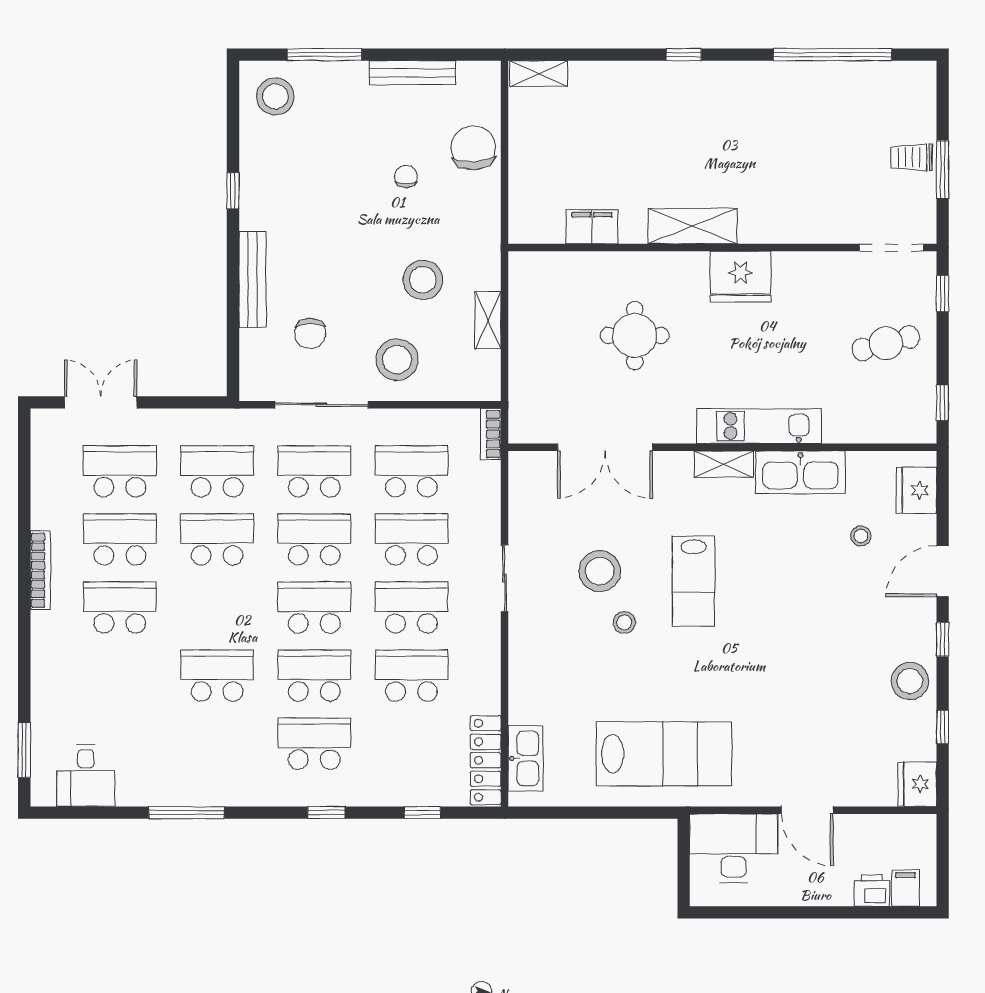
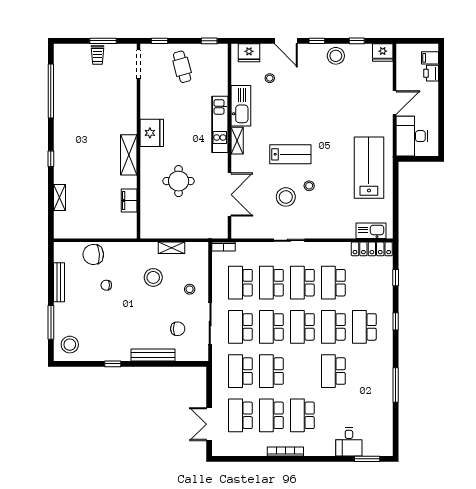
shelving: (539, 74) -> (59, 198), moved
stool: (397, 360) -> (190, 289), width x0.53, depth x0.53
desk: (86, 776) -> (349, 442), moved, turned 90

